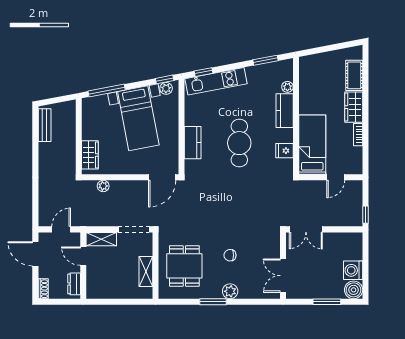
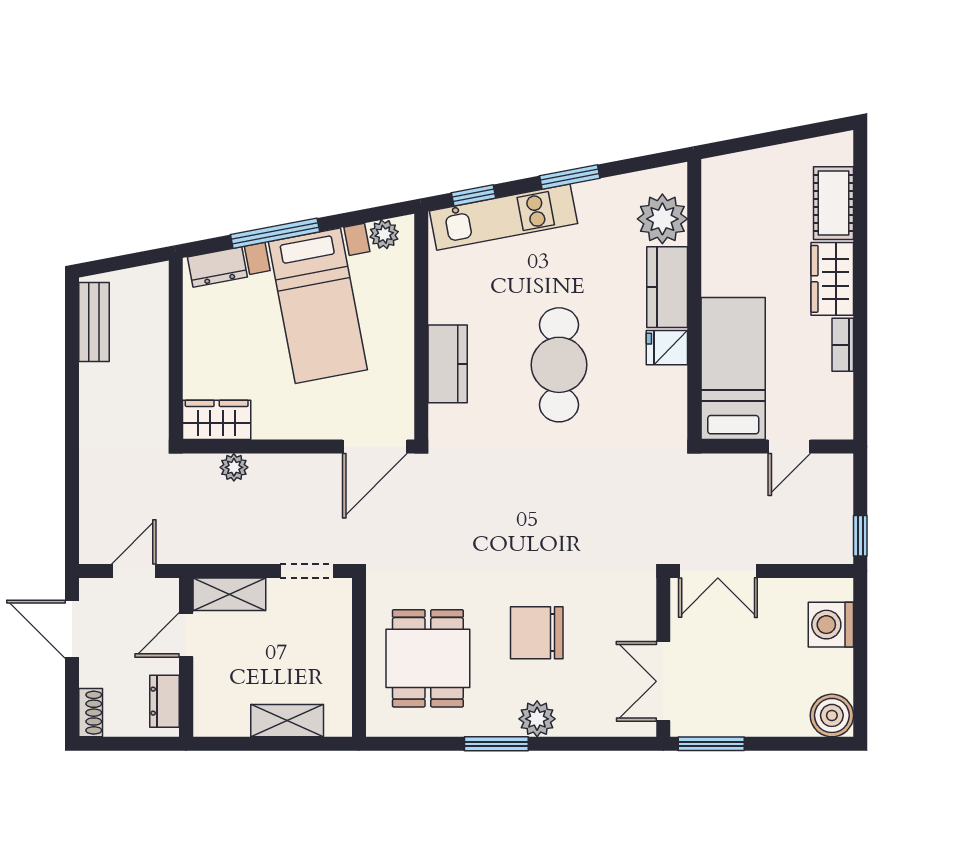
window: (265, 60) -> (570, 177), moved
window: (165, 79) -> (381, 213), removed
plant: (287, 87) -> (662, 219), width x1.88, depth x1.88
window: (107, 91) -> (275, 233), moved
dresser: (96, 102) -> (217, 267), added
fridge: (284, 151) -> (667, 348), moved
wardrobe: (90, 155) -> (217, 420), moved, turned -90
doorway: (134, 229) -> (307, 571), width x0.73
chair: (230, 255) -> (537, 633), width x1.87, depth x1.87
door: (83, 256) -> (186, 635), hinge flipped
washing machine: (353, 270) -> (831, 625), moved
shelving: (146, 272) -> (287, 721), moved, turned 90
window: (327, 302) -> (711, 744), moved

